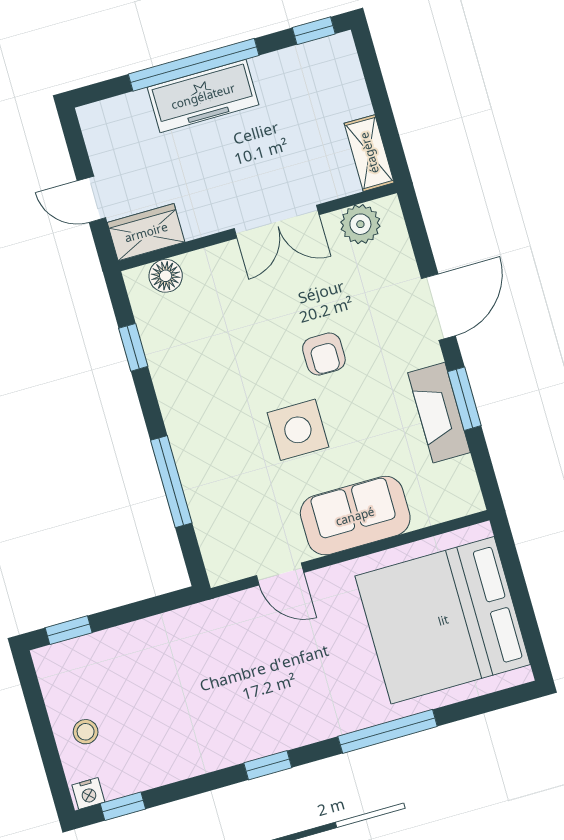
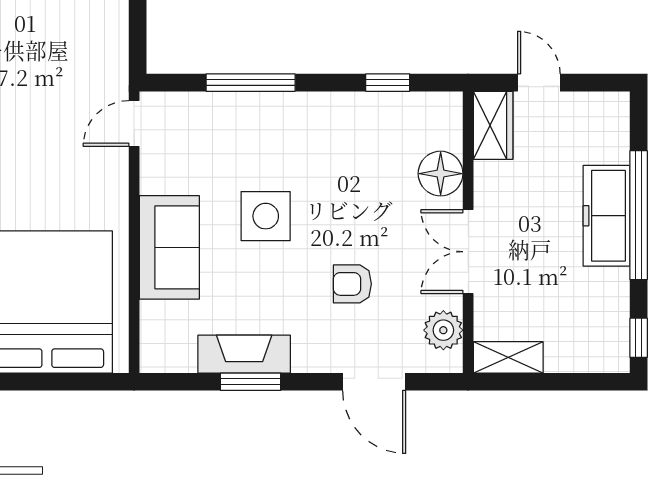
door: (91, 199) -> (539, 83), hinge flipped
floor lamp: (166, 276) -> (441, 174), moved, width x1.38, depth x1.38
door: (438, 307) -> (374, 382), moved
armchair: (324, 354) -> (352, 284), moved
door: (280, 574) -> (134, 123), moved

